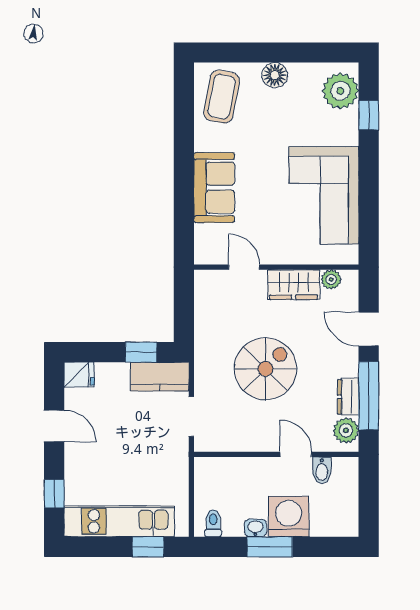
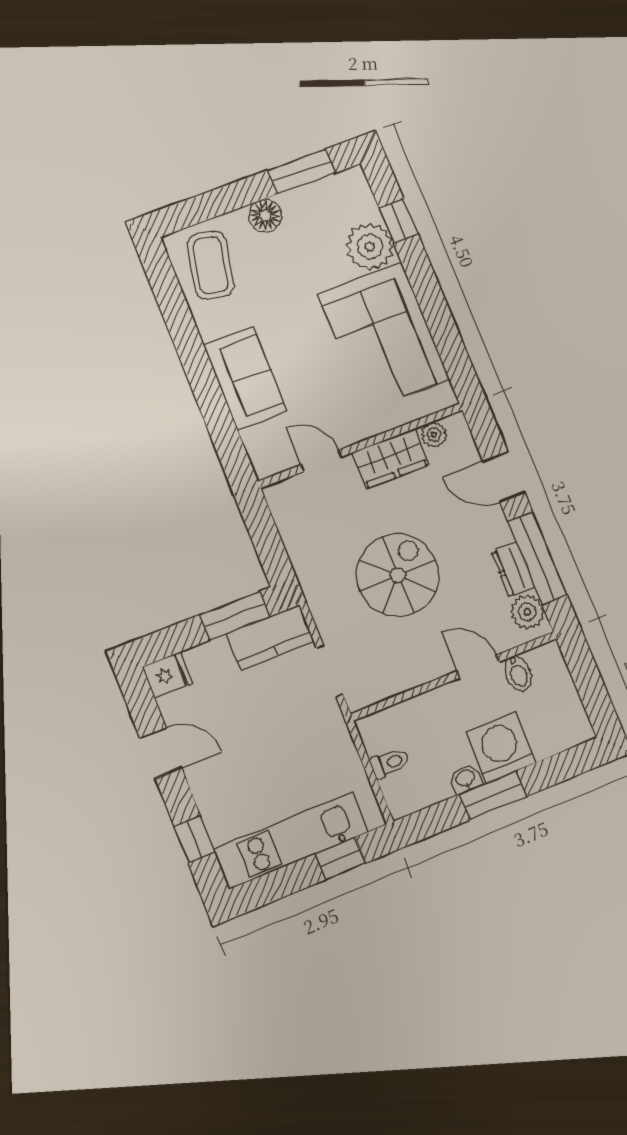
window: (313, 53) -> (301, 172), added
plant: (340, 91) -> (370, 247), moved
window: (141, 352) -> (235, 616), width x1.50
toilet: (213, 523) -> (390, 763), moved, turned 90

